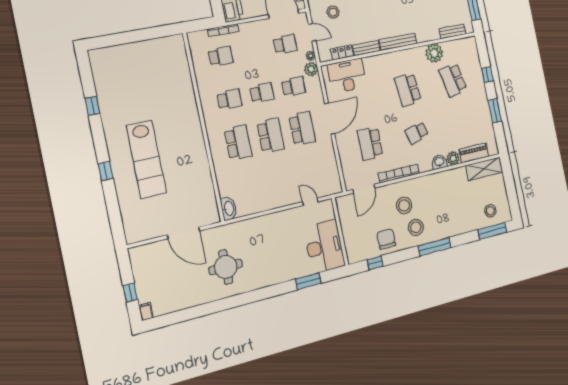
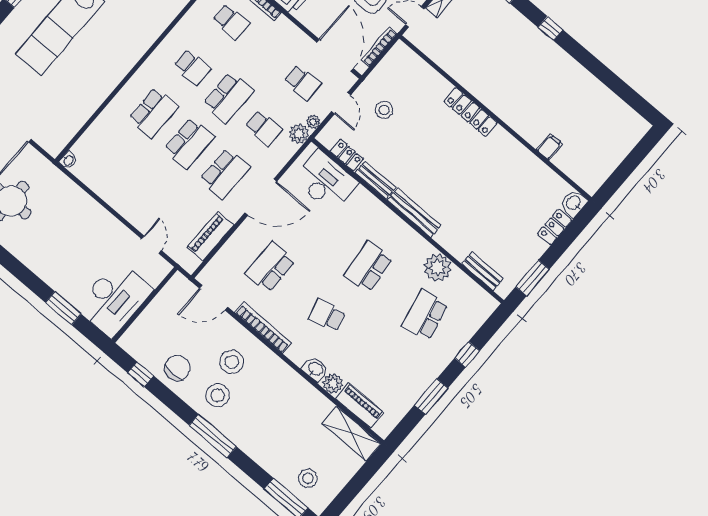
school desk: (262, 93) -> (228, 98), width x1.85
piano: (330, 164) -> (210, 236), added
washbasin: (229, 208) -> (68, 160), width x0.52, depth x0.69

